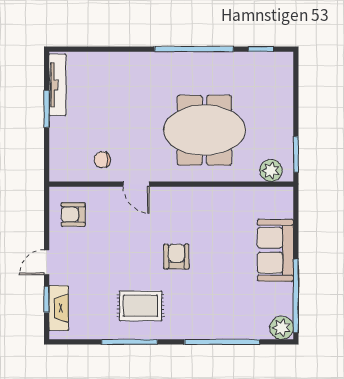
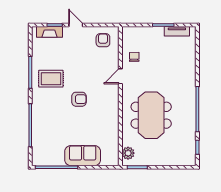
tv unit: (57, 85) -> (177, 31), width x0.71
rug: (141, 306) -> (51, 79), turned 90
plant: (282, 328) -> (38, 159), removed

